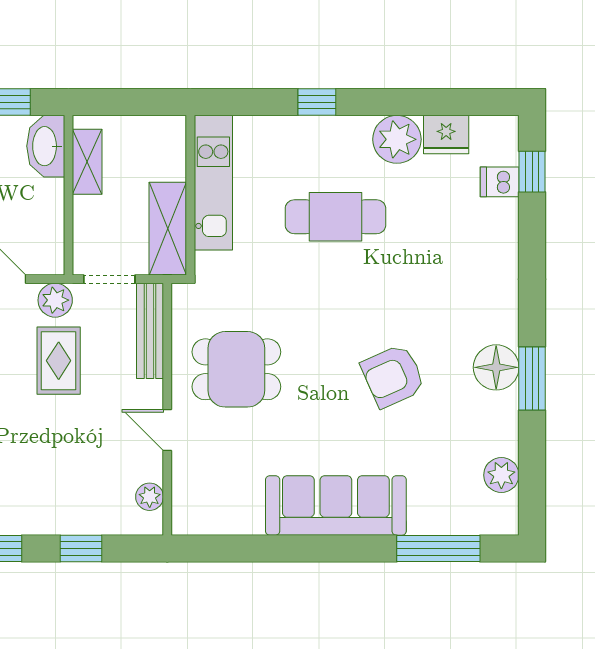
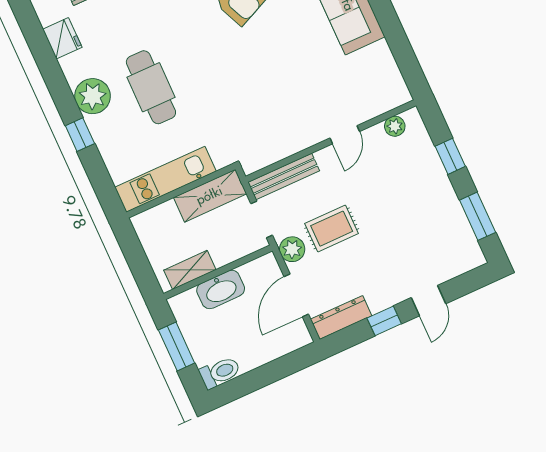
plant: (397, 139) -> (93, 96), moved
washbasin: (46, 146) -> (221, 289), moved
dining table: (236, 369) -> (283, 107), removed

